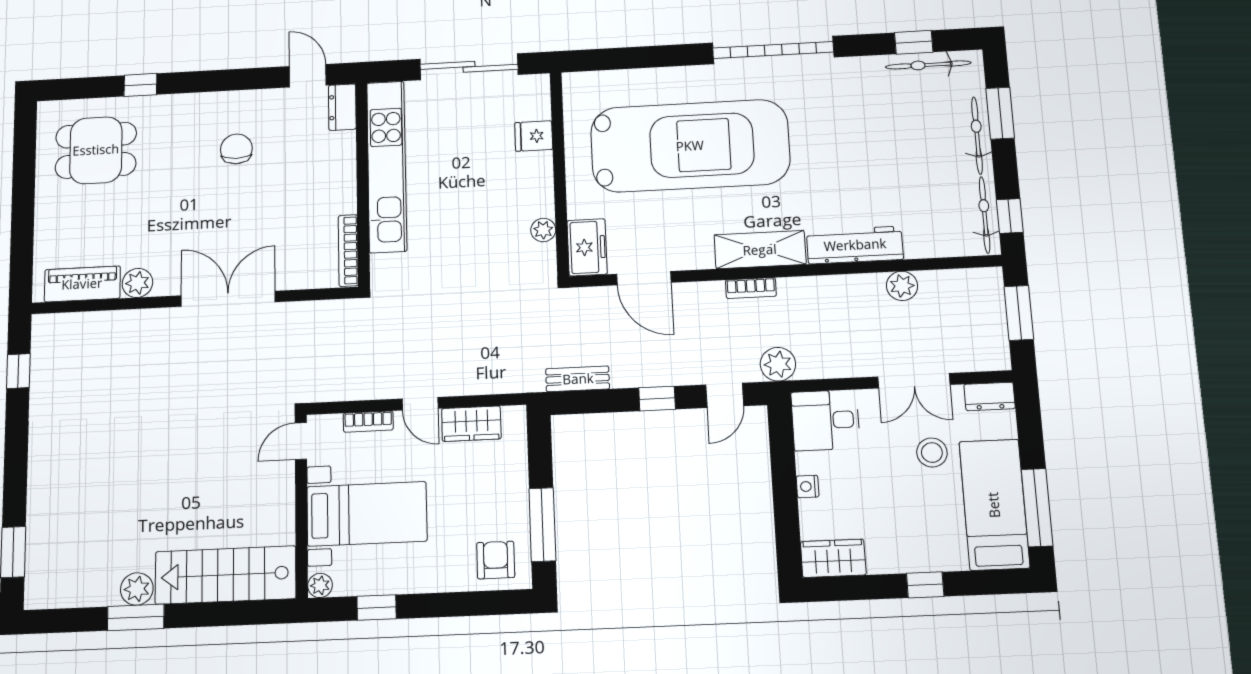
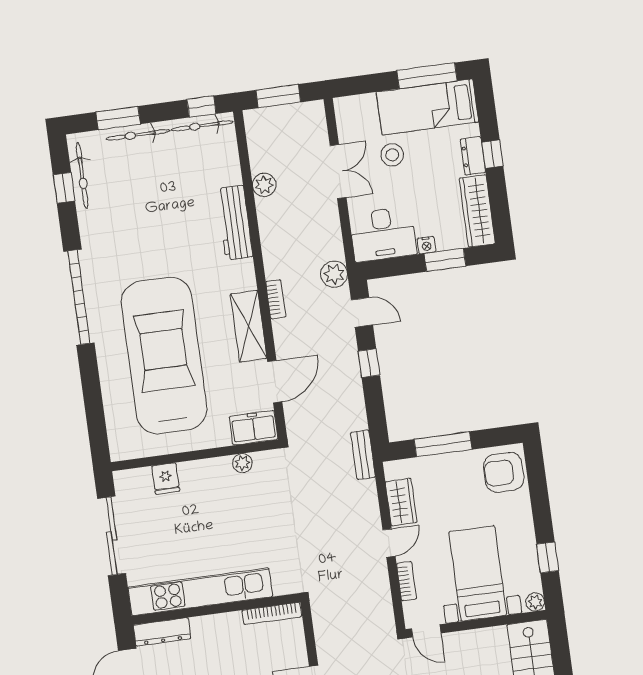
dresser: (342, 107) -> (162, 632), width x1.44
shelving: (760, 250) -> (249, 326), moved
bench: (578, 379) -> (363, 455), moved
dresser: (990, 396) -> (473, 156), moved, turned 180
desk: (826, 420) -> (383, 234), width x1.37
window: (786, 509) -> (445, 260), added
window: (542, 525) -> (443, 444), moved
wardrobe: (833, 558) -> (477, 211), width x1.50
armchair: (496, 560) -> (504, 472), width x1.38, depth x1.38

